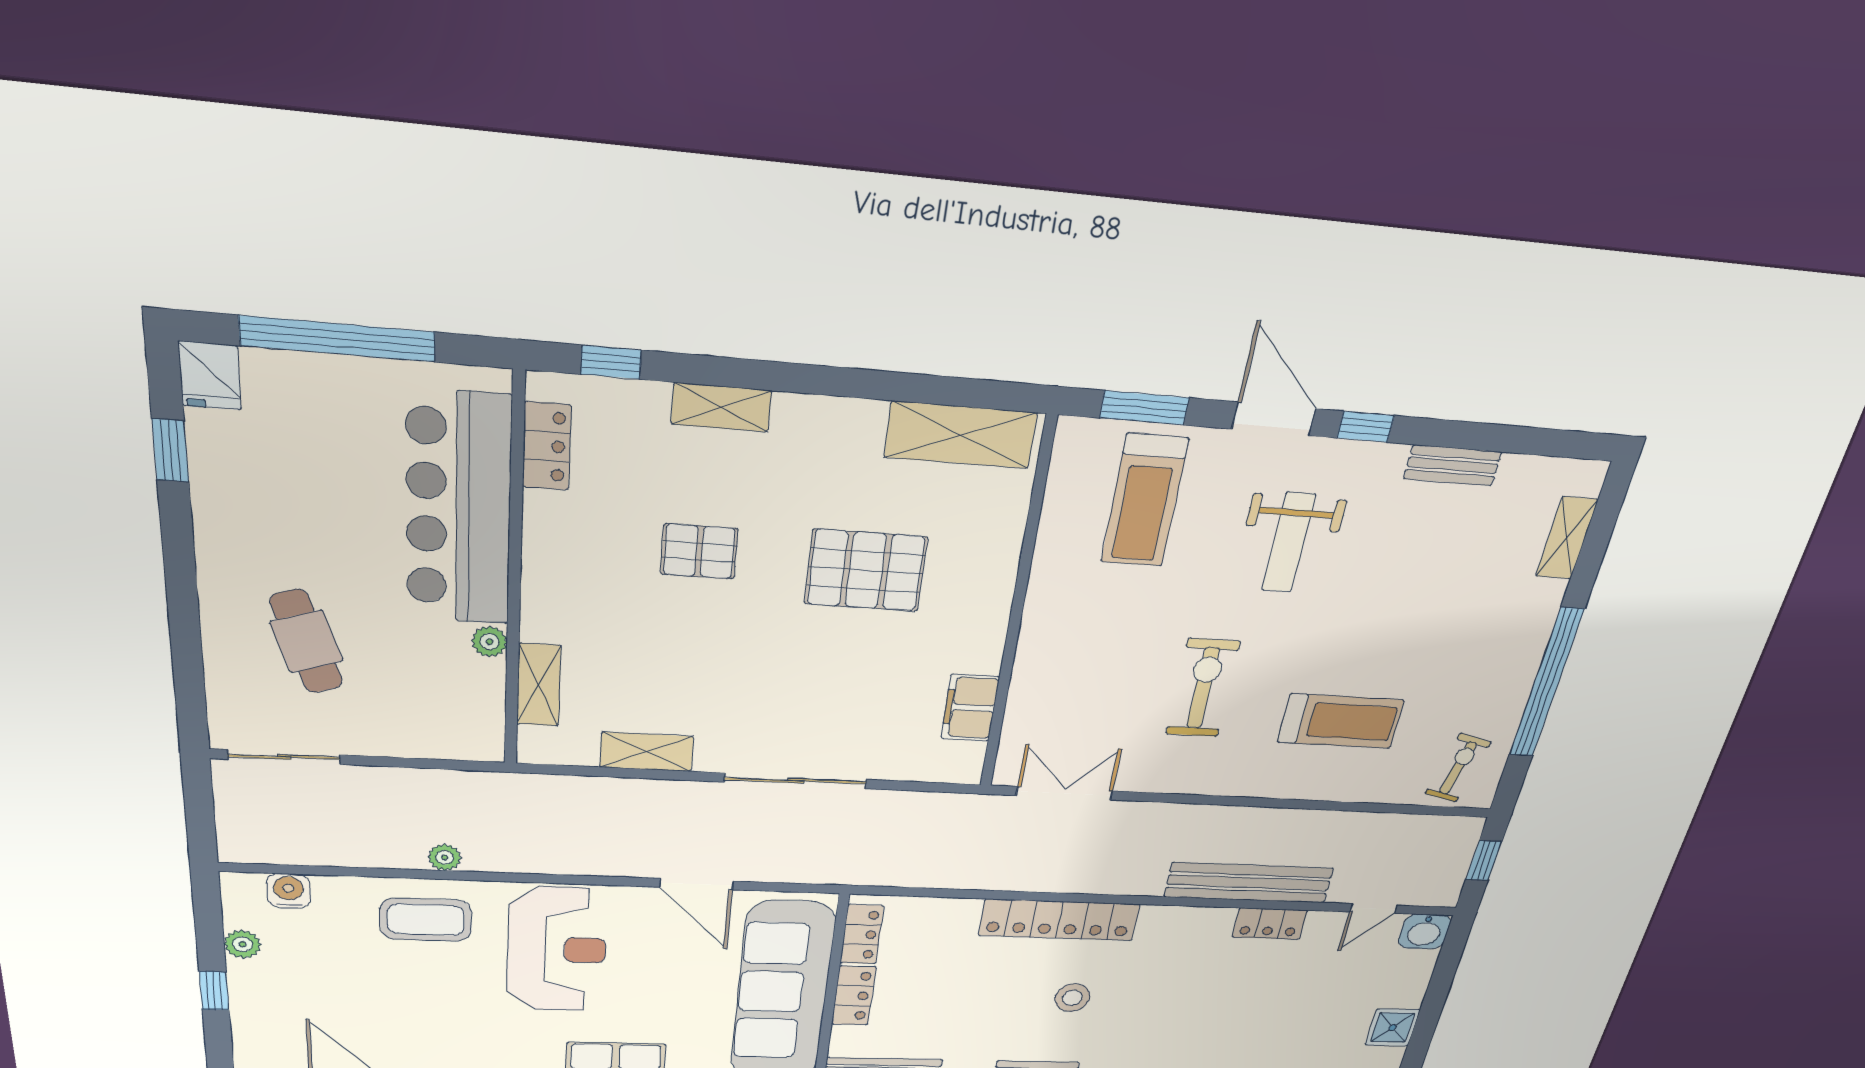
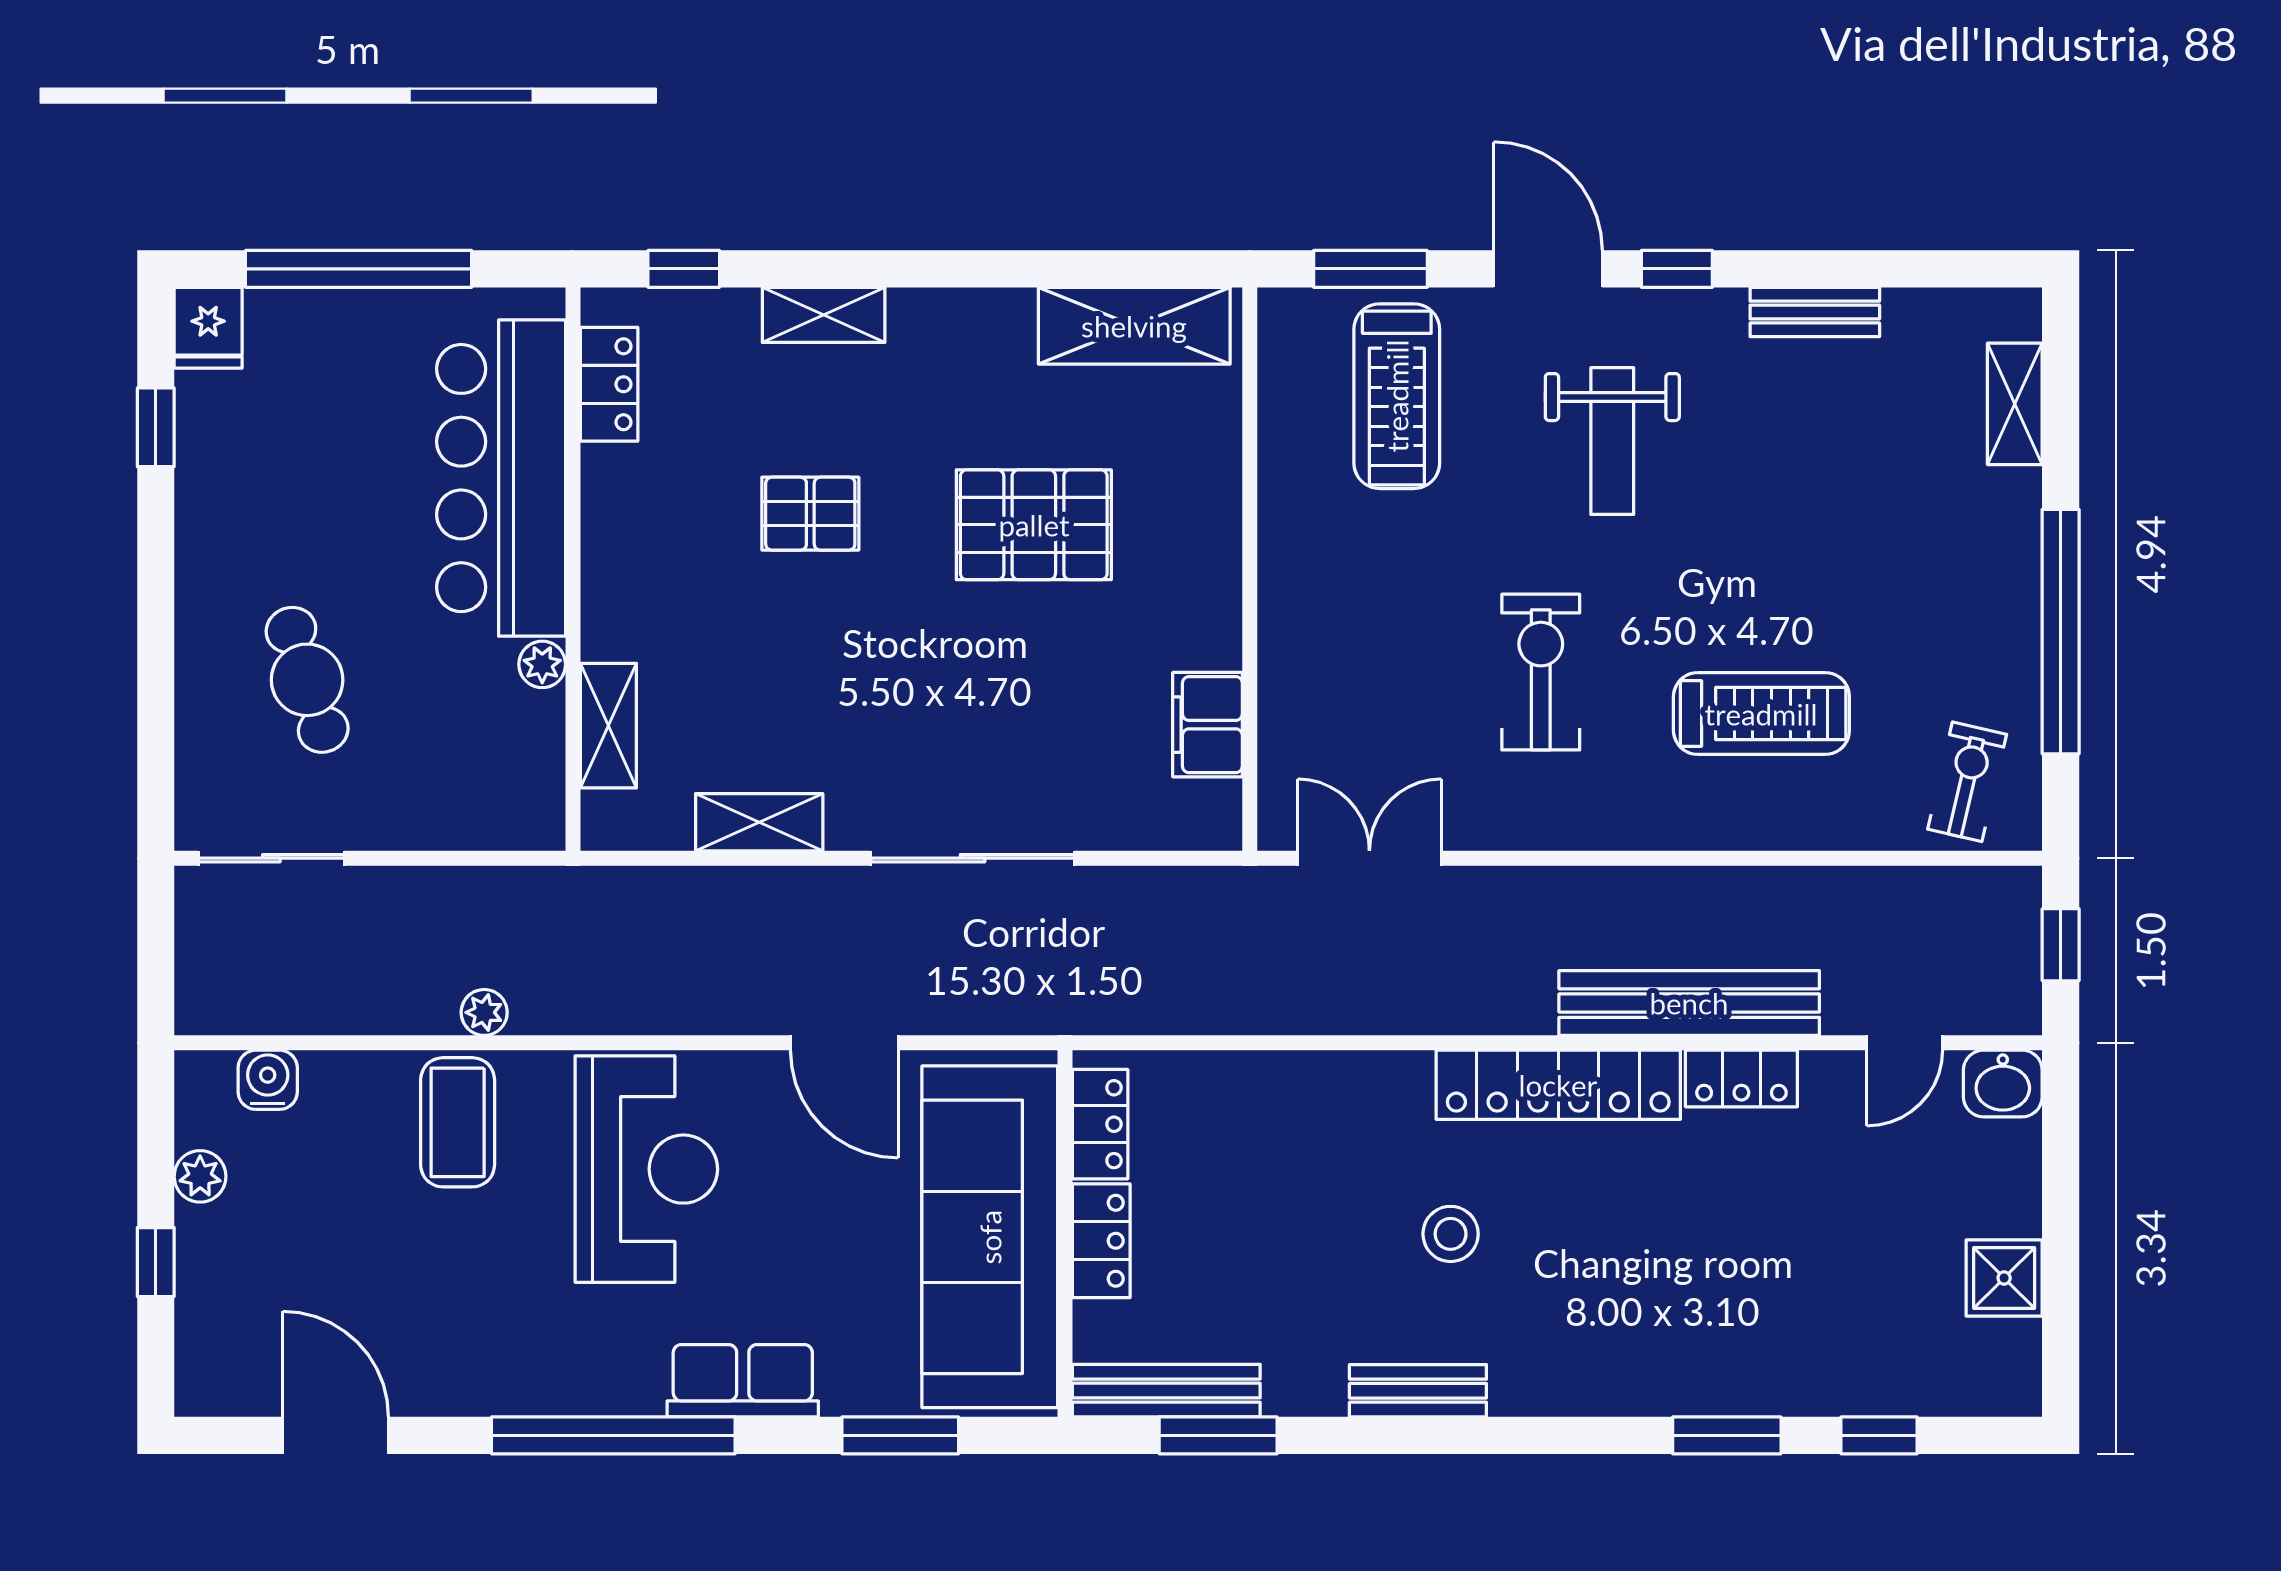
coffee table: (426, 920) -> (458, 1122), turned 90
locker: (1059, 920) -> (1558, 1085), moved

